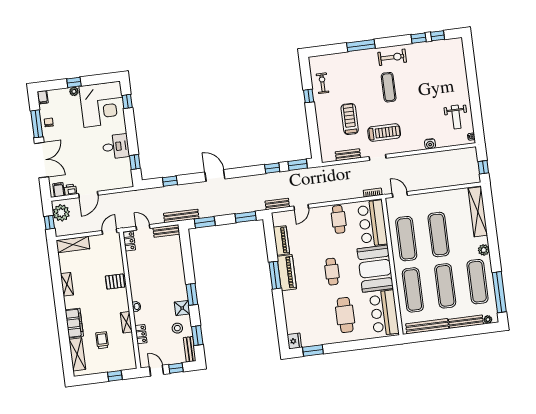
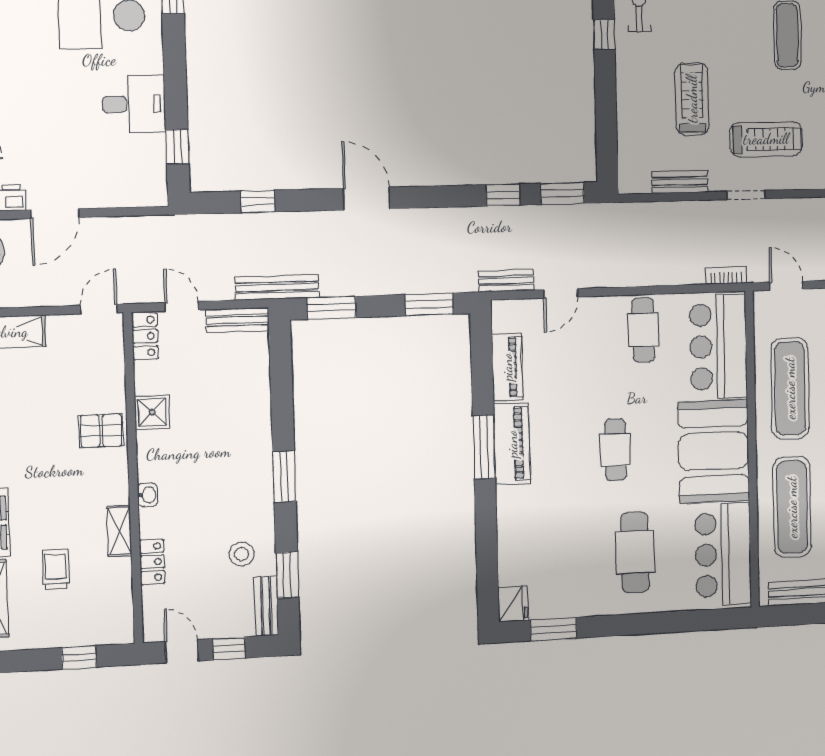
shower: (182, 308) -> (152, 412), moved

